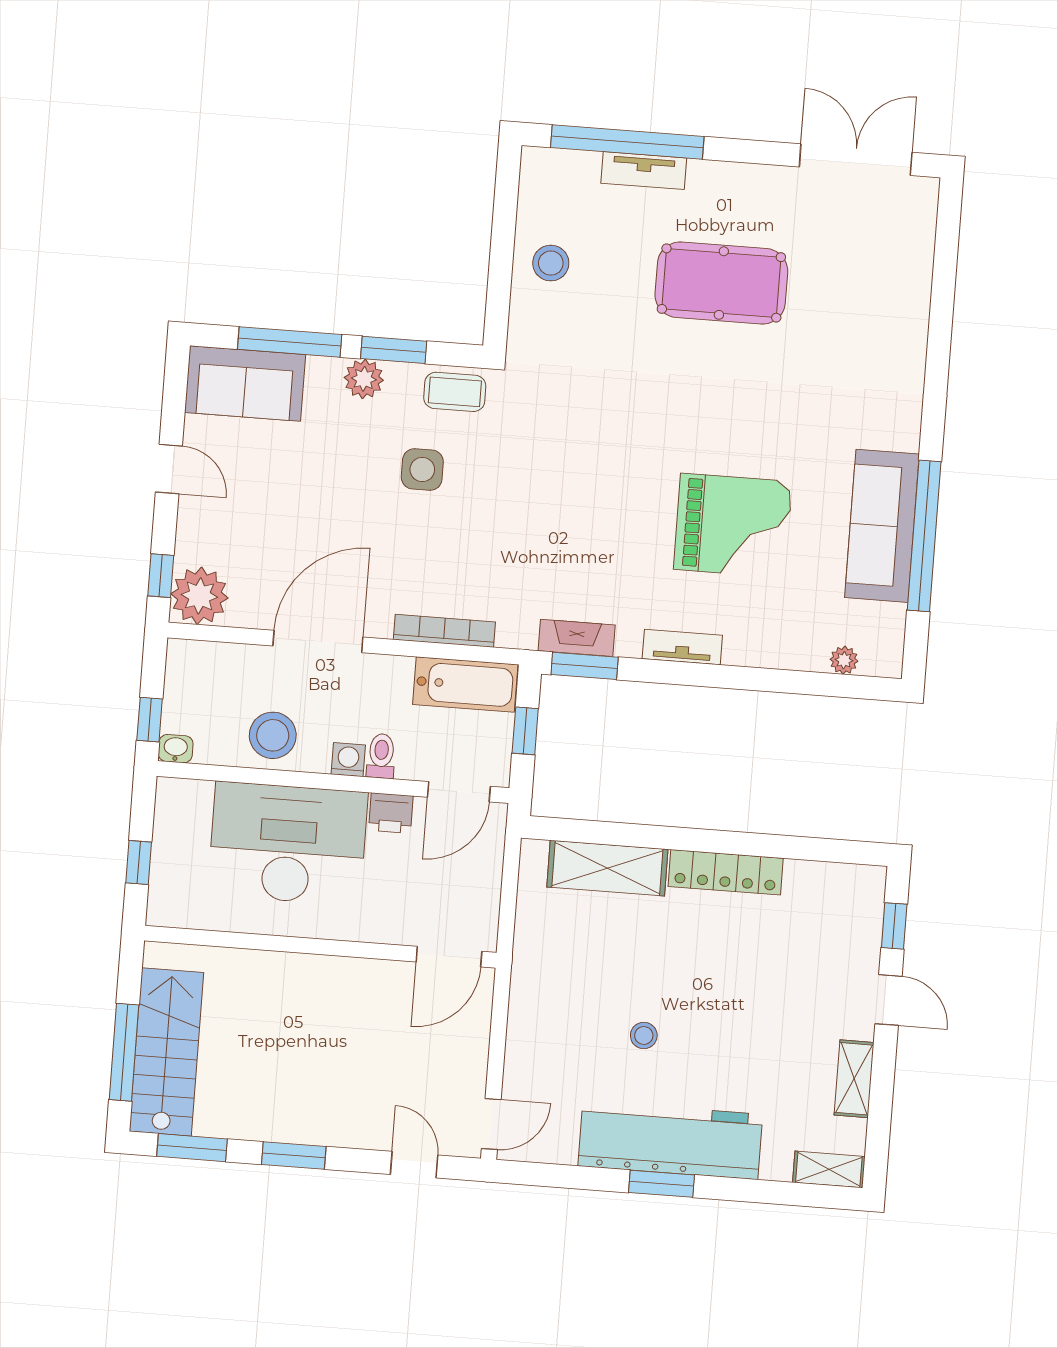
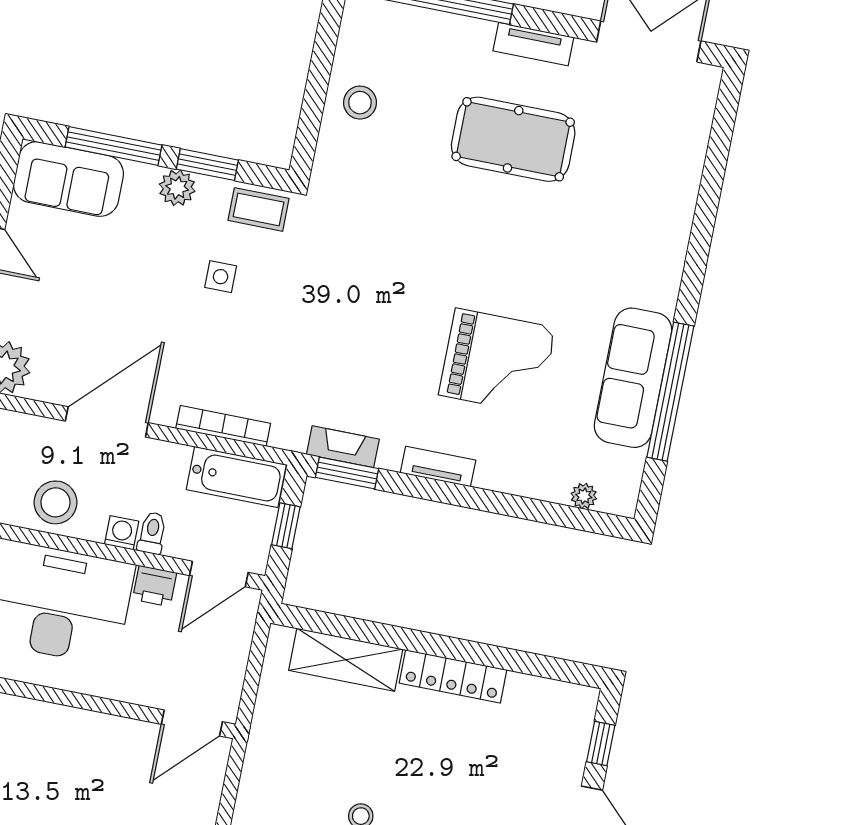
tv unit: (644, 171) -> (533, 44), moved
side table: (422, 470) -> (221, 277), width x0.73, depth x0.73

